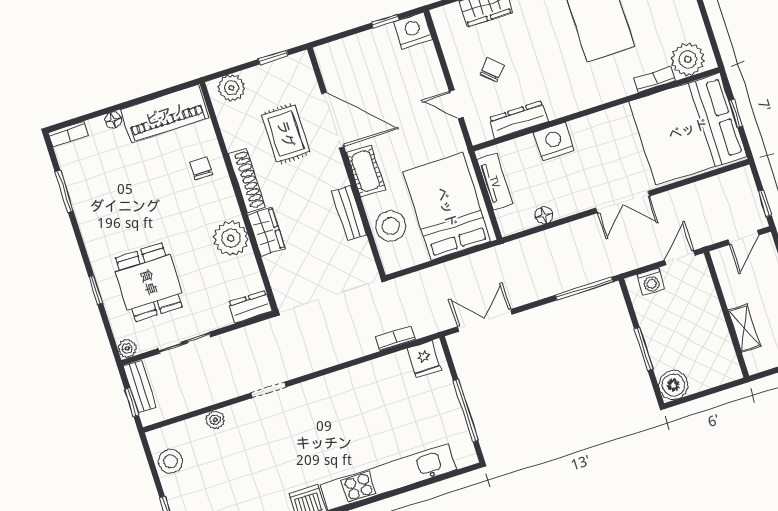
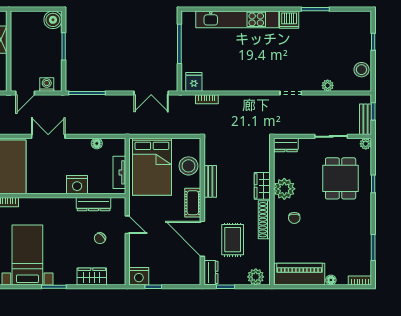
dresser: (303, 72) -> (211, 272), added
chair: (201, 168) -> (294, 218), moved

